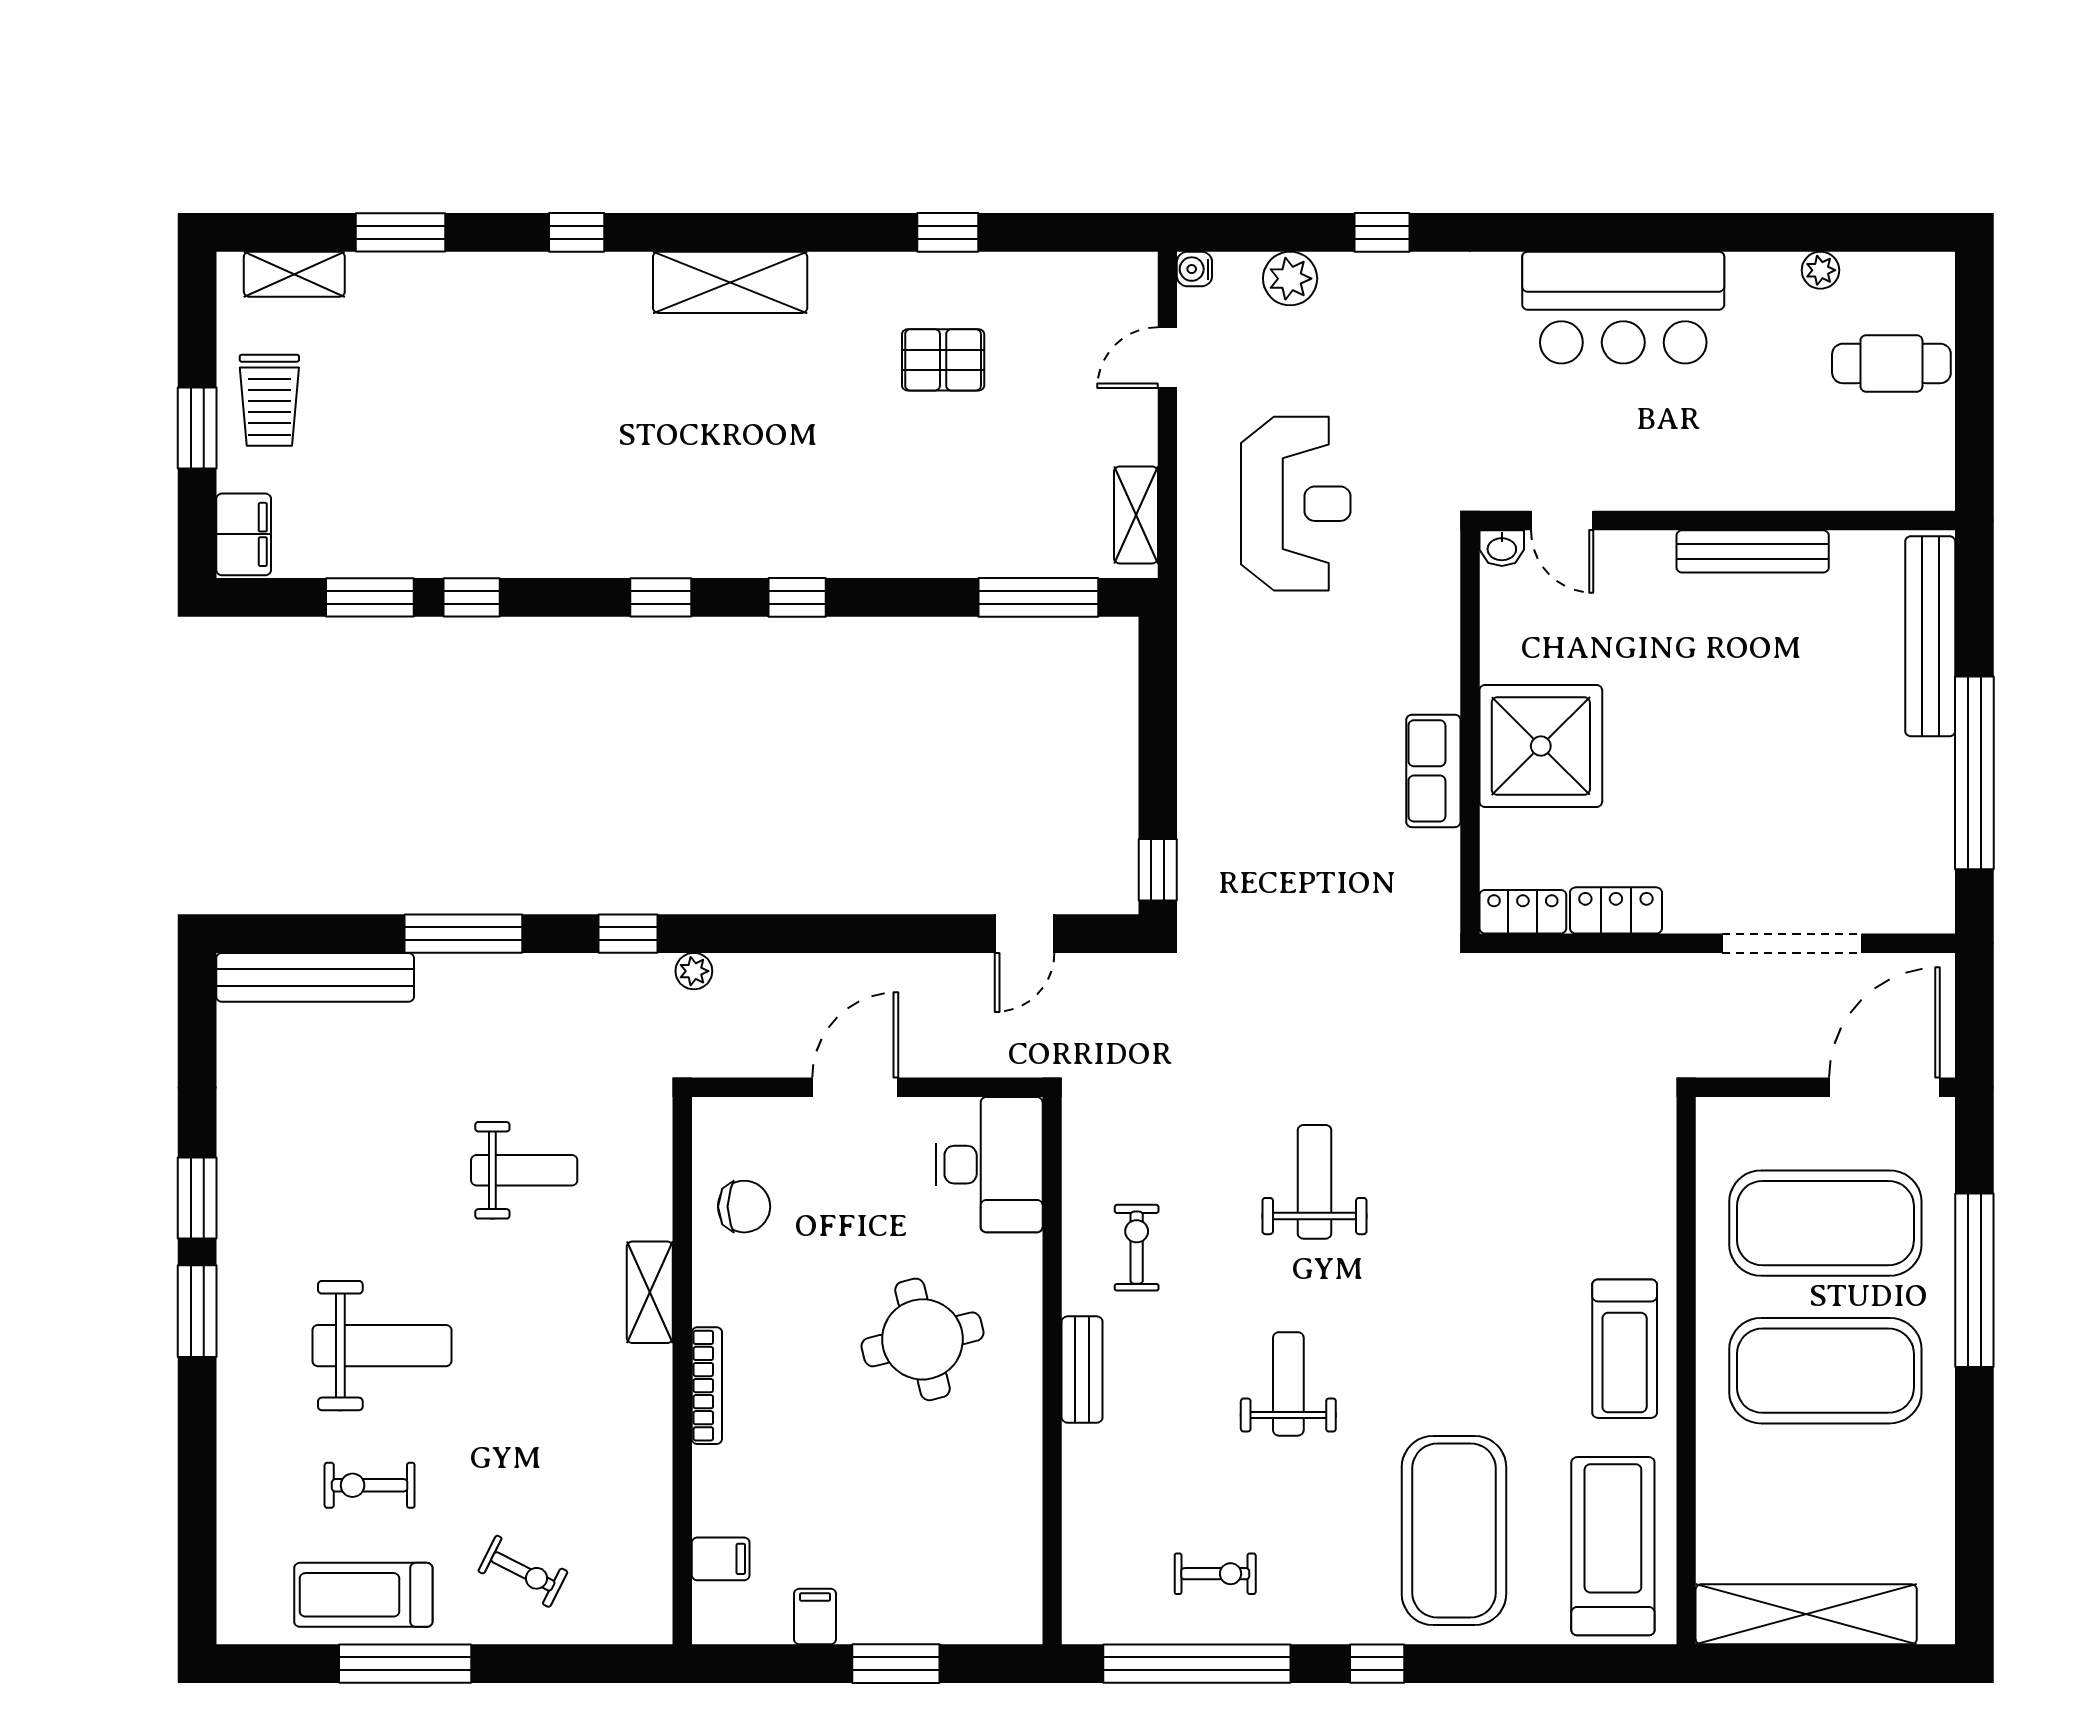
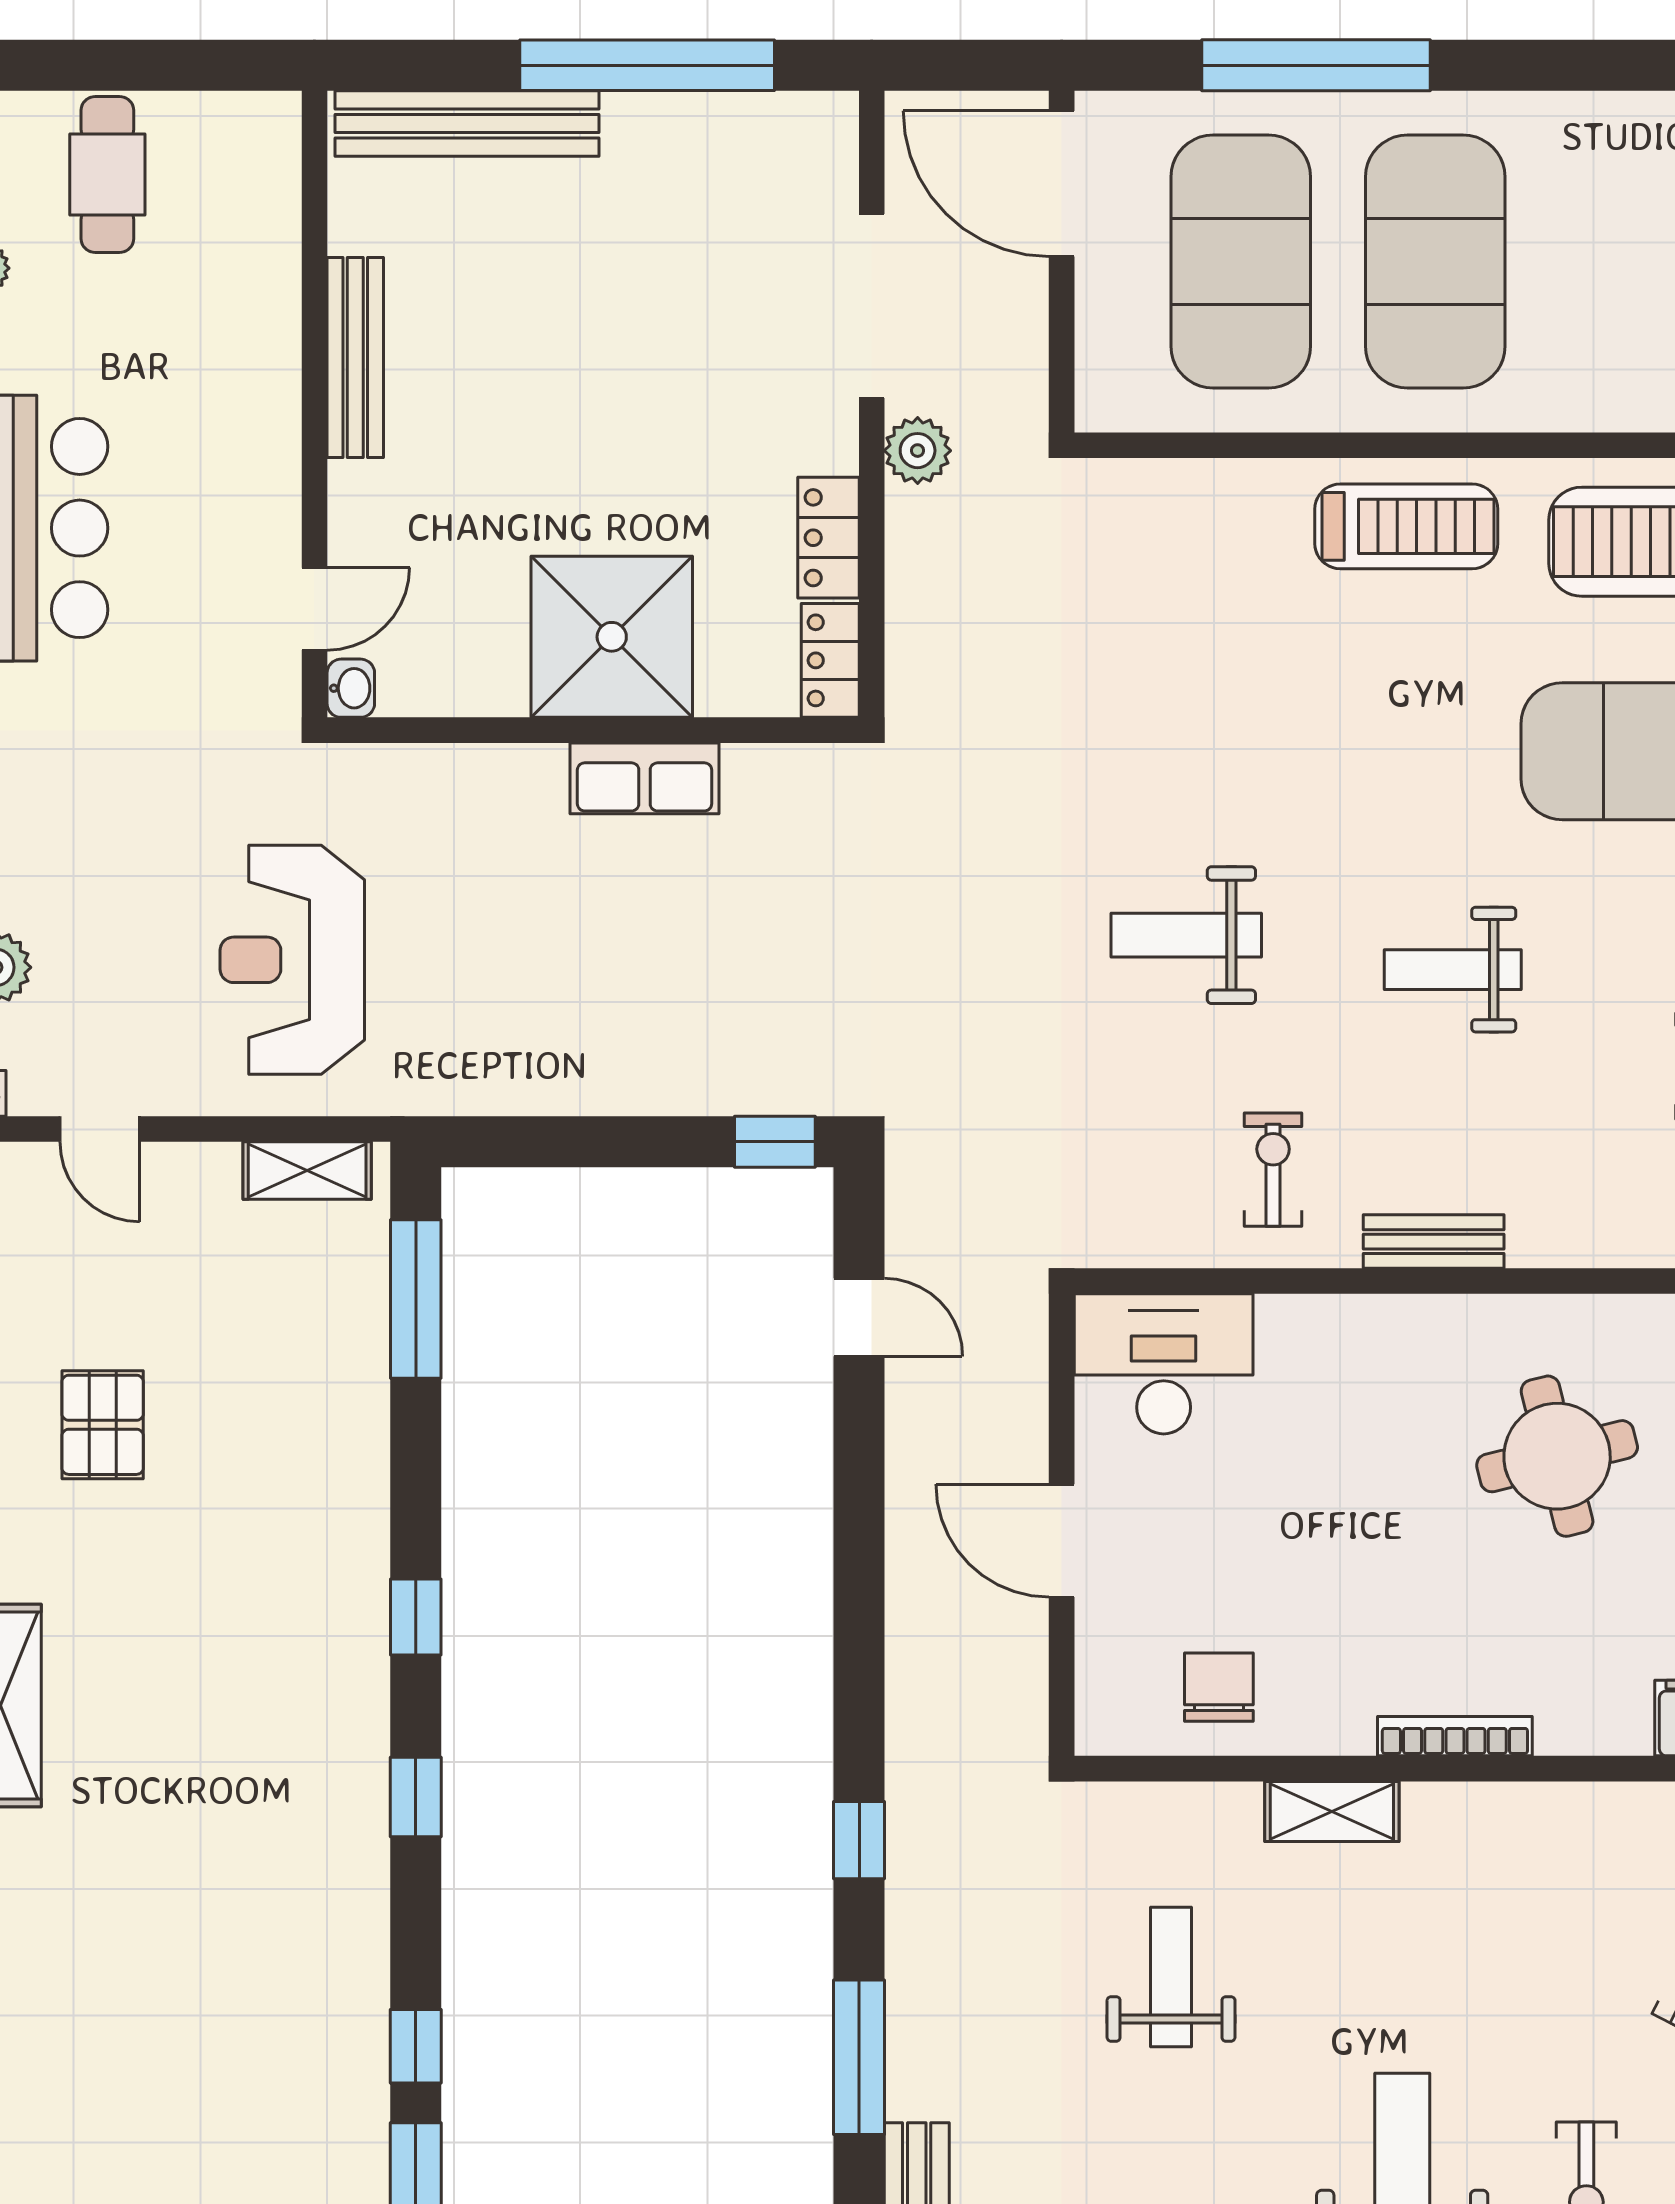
reception desk: (1296, 504) -> (292, 960), turned -90
plant: (694, 971) -> (918, 451), moved, width x1.38, depth x1.38
exercise bike: (1137, 1248) -> (1273, 1170), turned 90
round table: (922, 1339) -> (1557, 1456), moved

